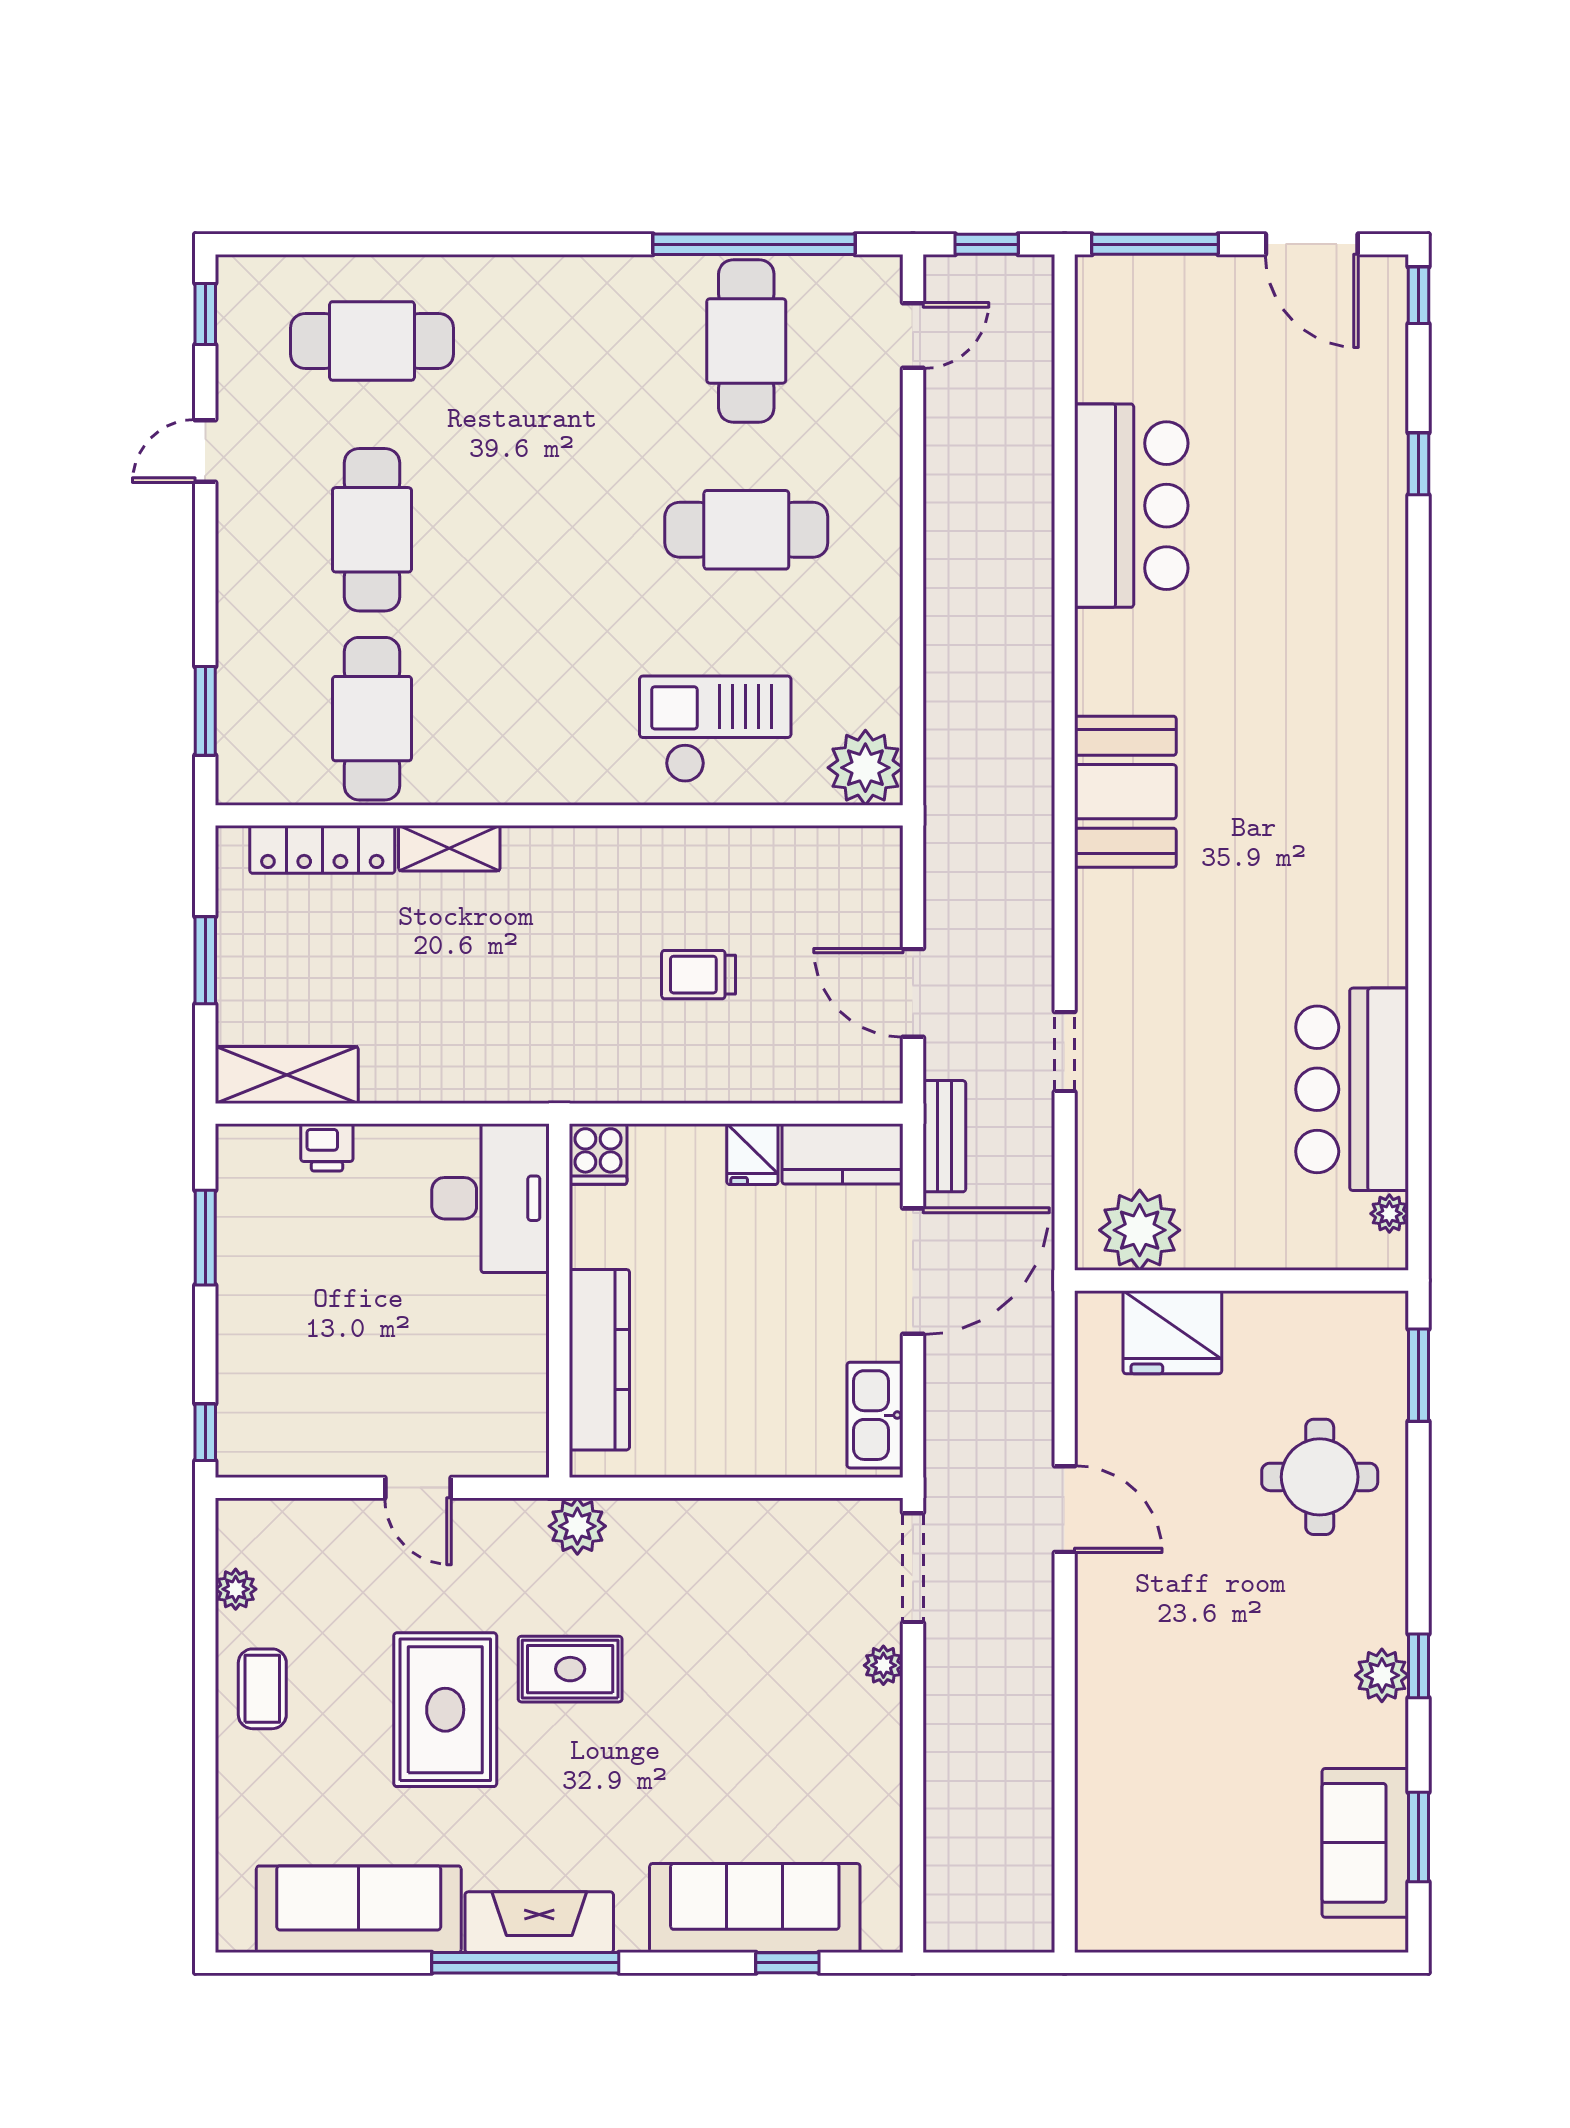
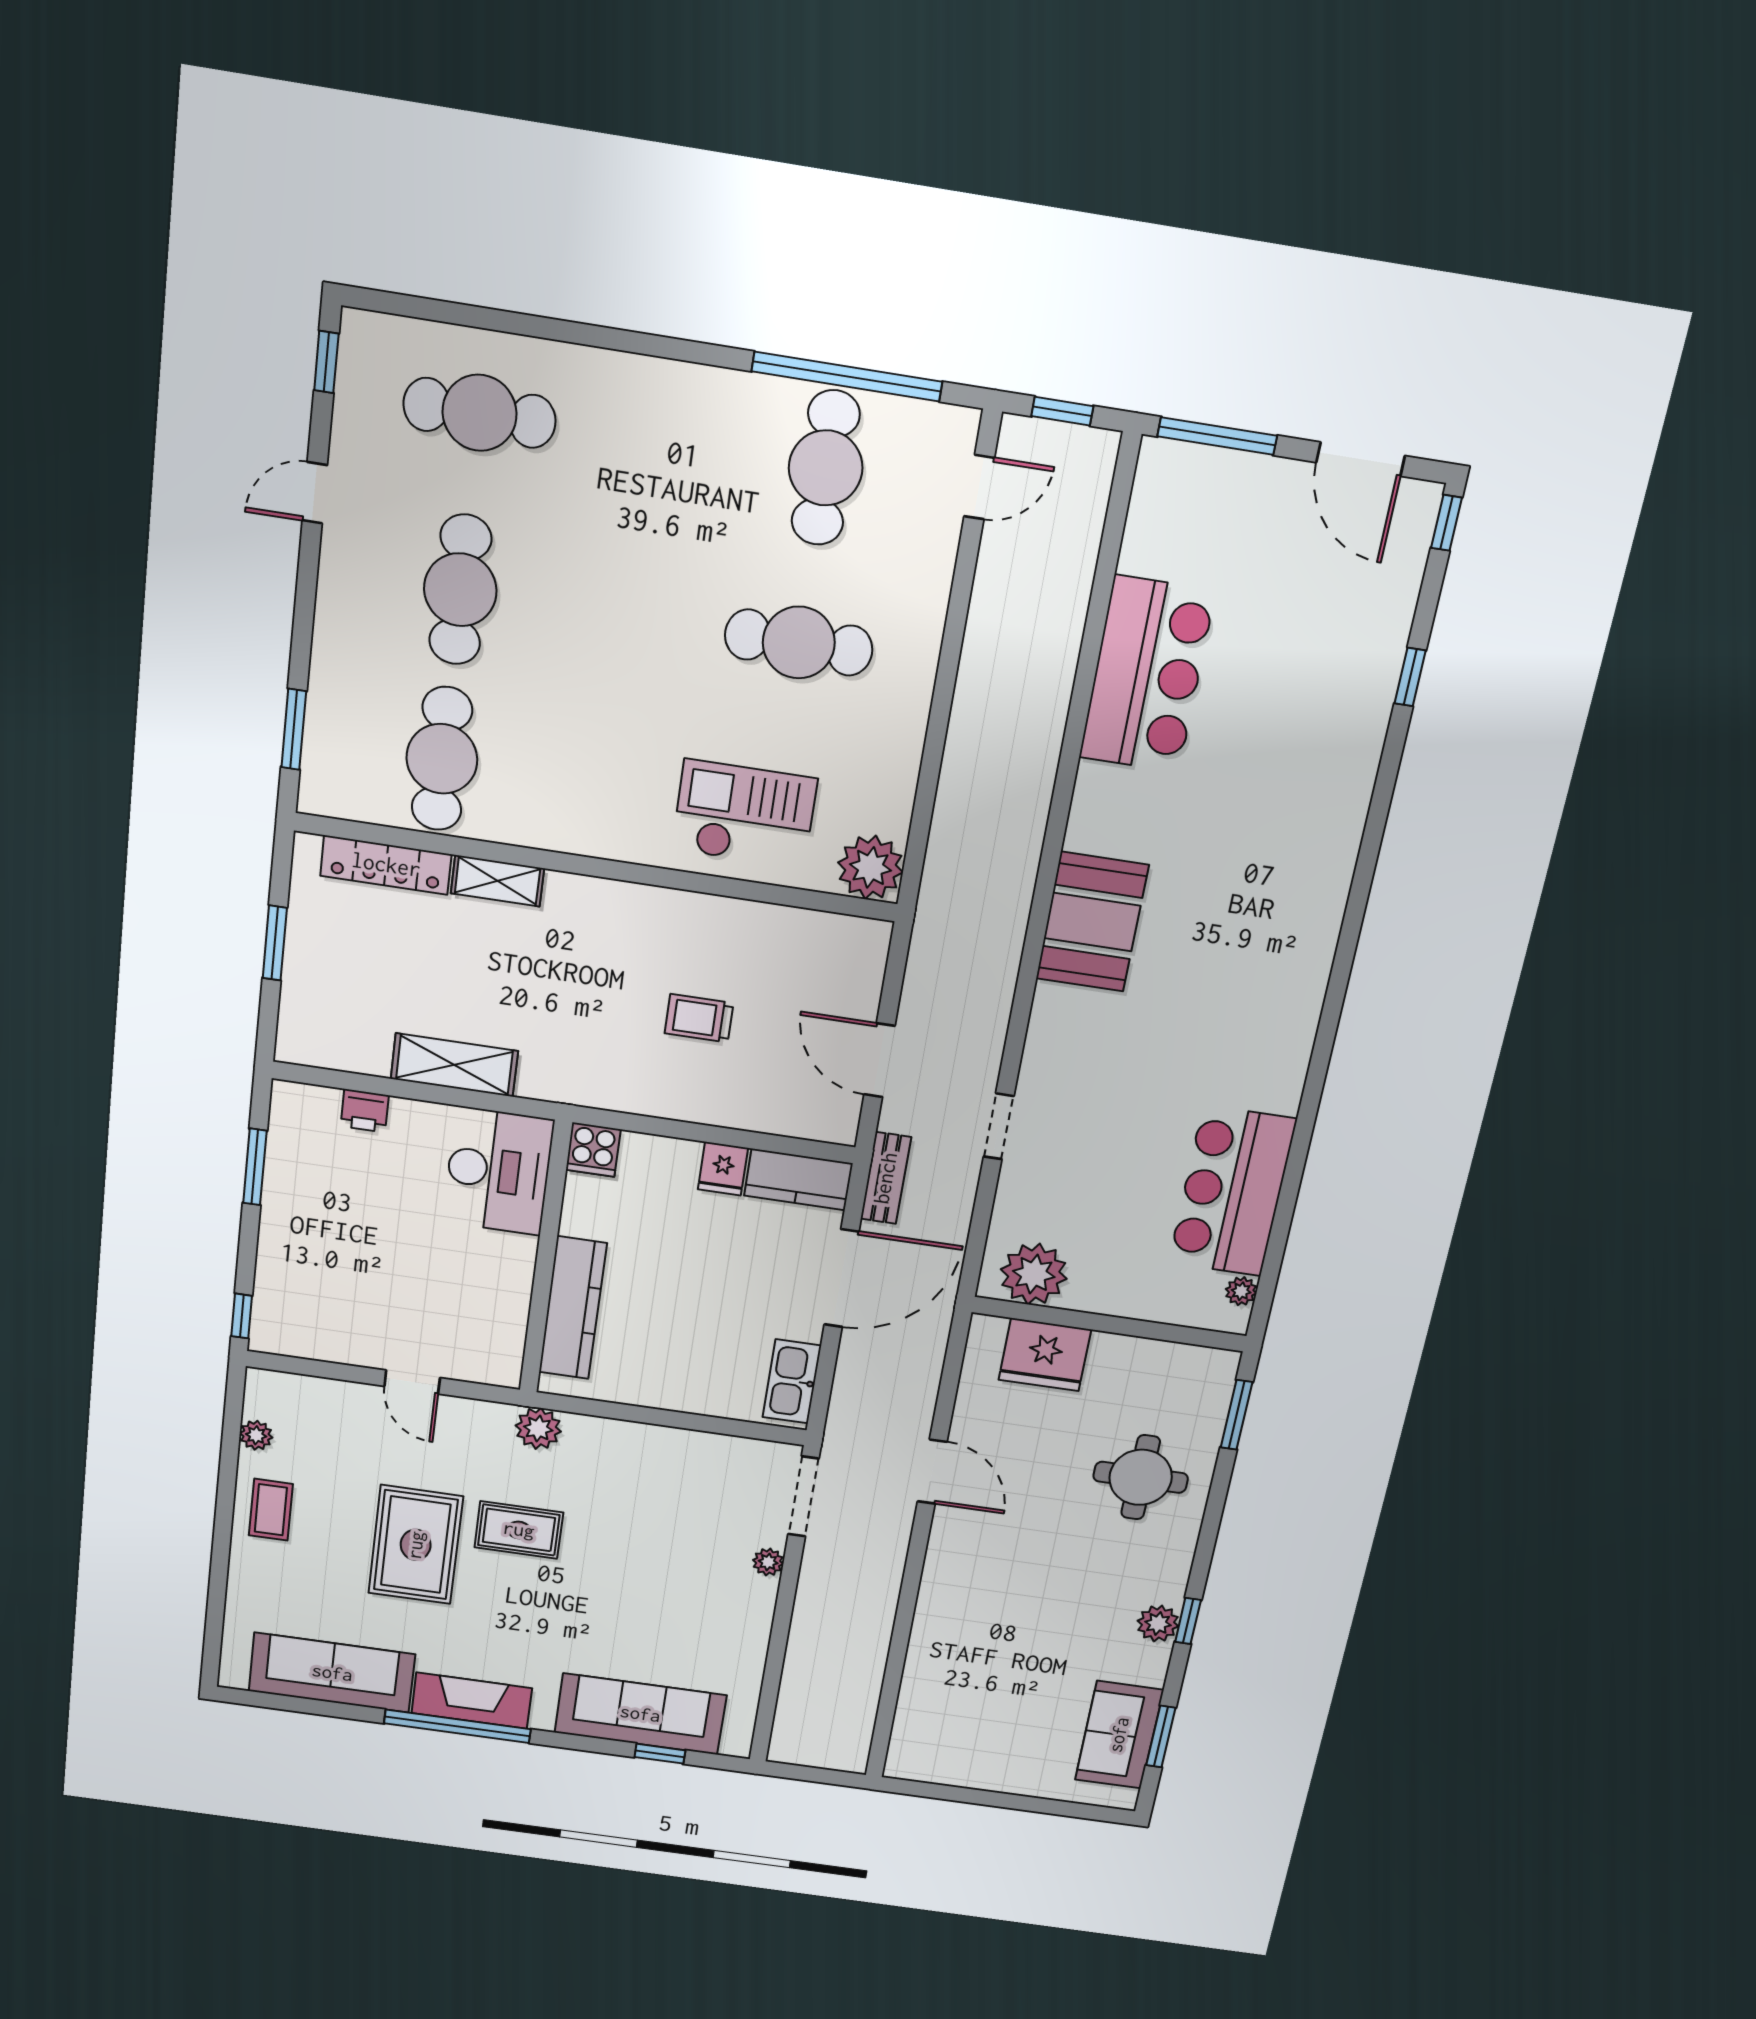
shelving: (287, 1075) -> (454, 1065), moved

